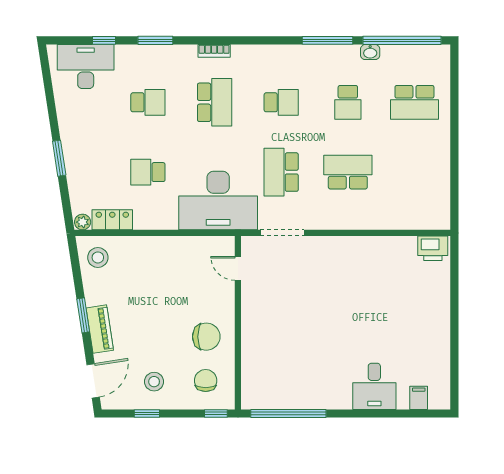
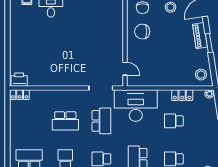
school desk: (148, 172) -> (174, 121), turned 180
locker: (112, 220) -> (182, 95), moved
locker: (432, 221) -> (20, 95), added

